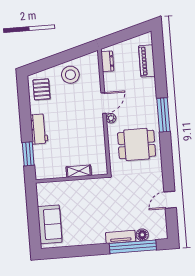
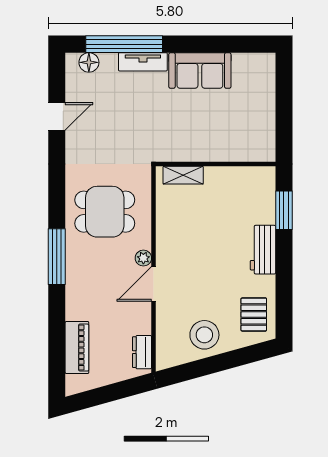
shelving: (79, 171) -> (183, 175), moved
sofa: (50, 224) -> (200, 70), moved, turned -90
floor lamp: (142, 235) -> (89, 62), moved

